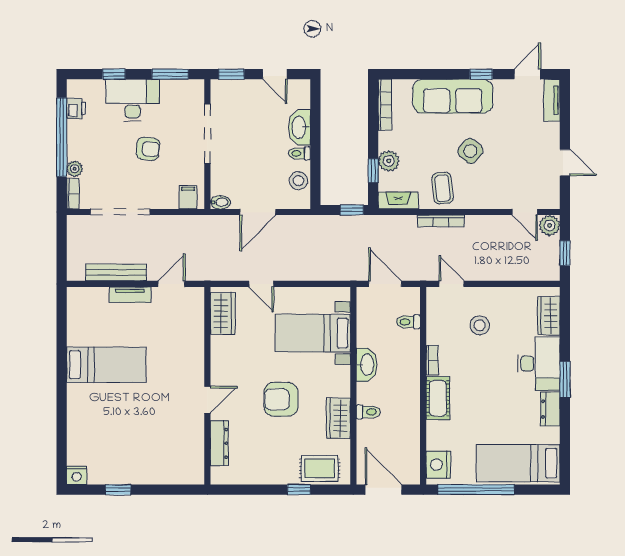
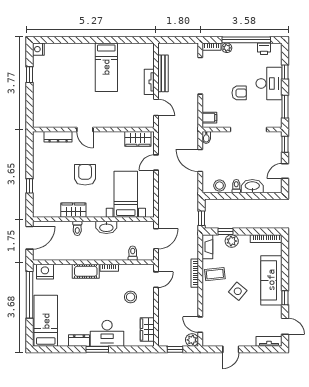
armchair: (148, 149) -> (239, 93), turned -96
door: (525, 212) -> (200, 325), hinge flipped
wardrobe: (549, 316) -> (147, 330), moved, turned -90
rug: (320, 468) -> (43, 199), removed

